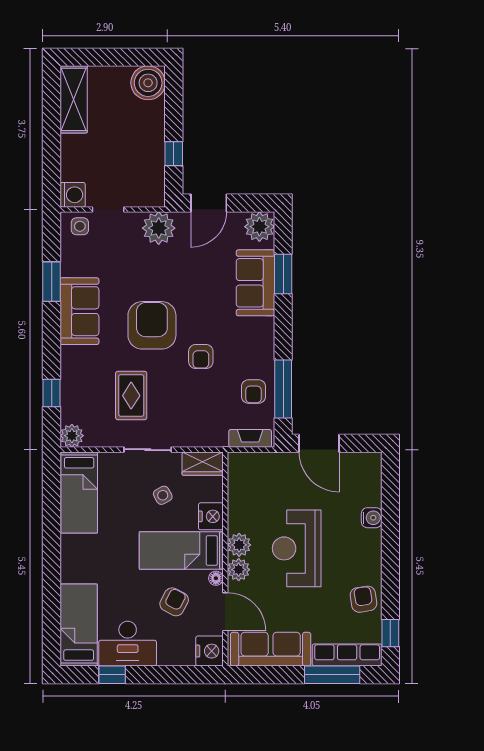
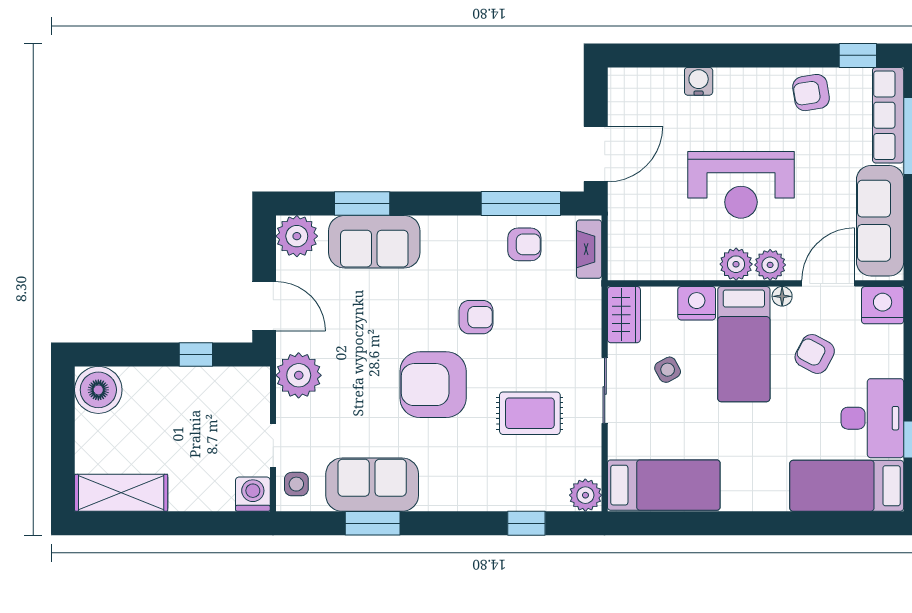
sofa: (79, 311) -> (372, 485), moved

